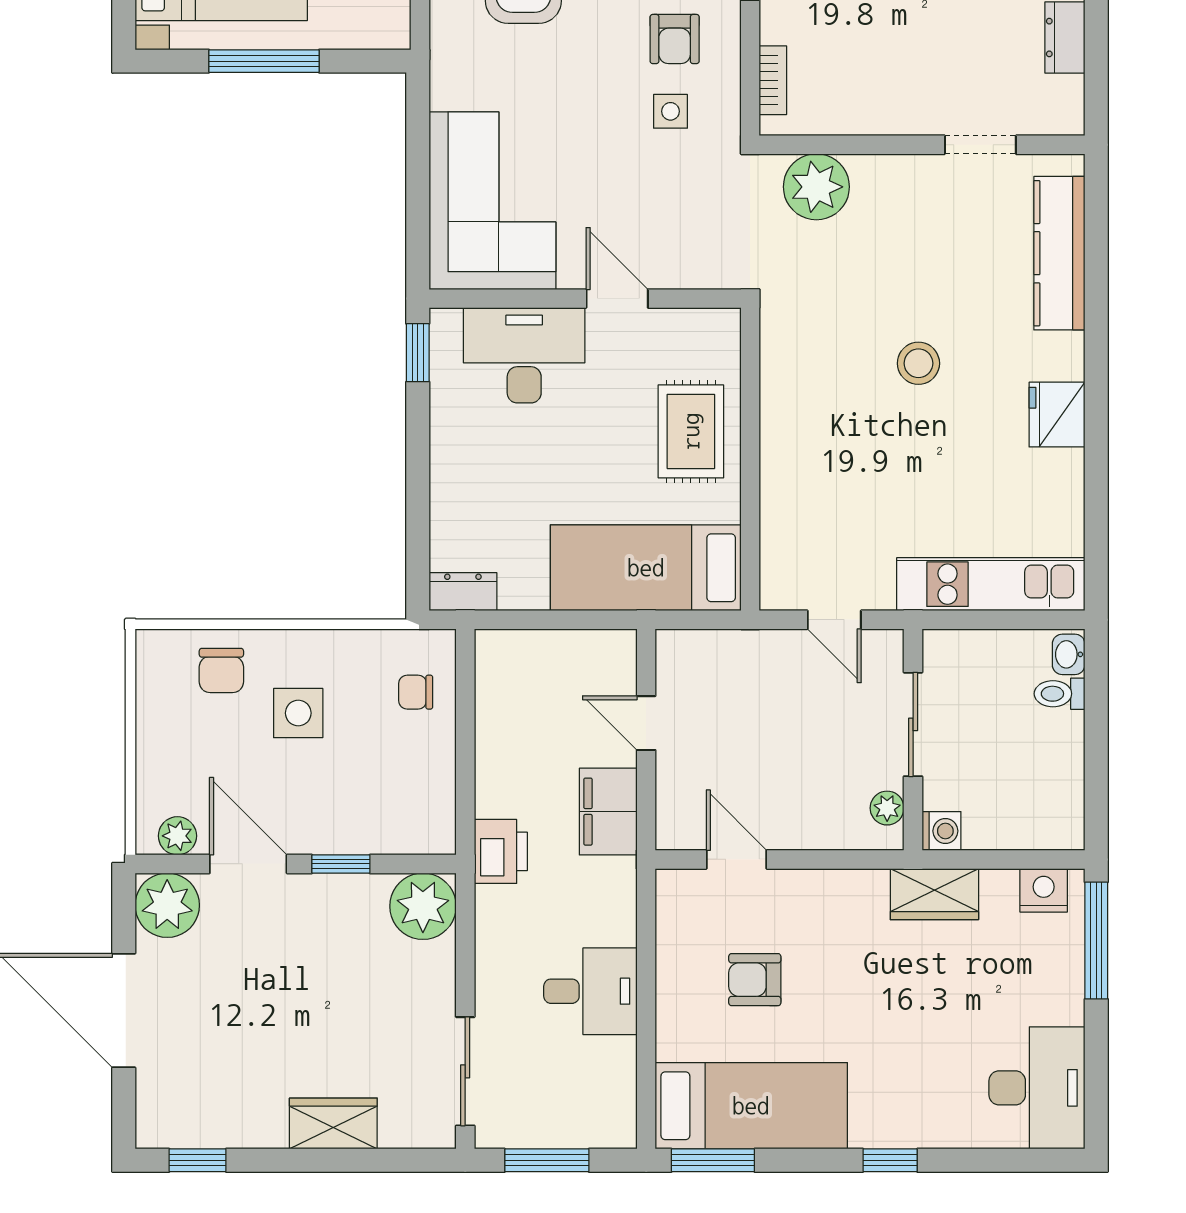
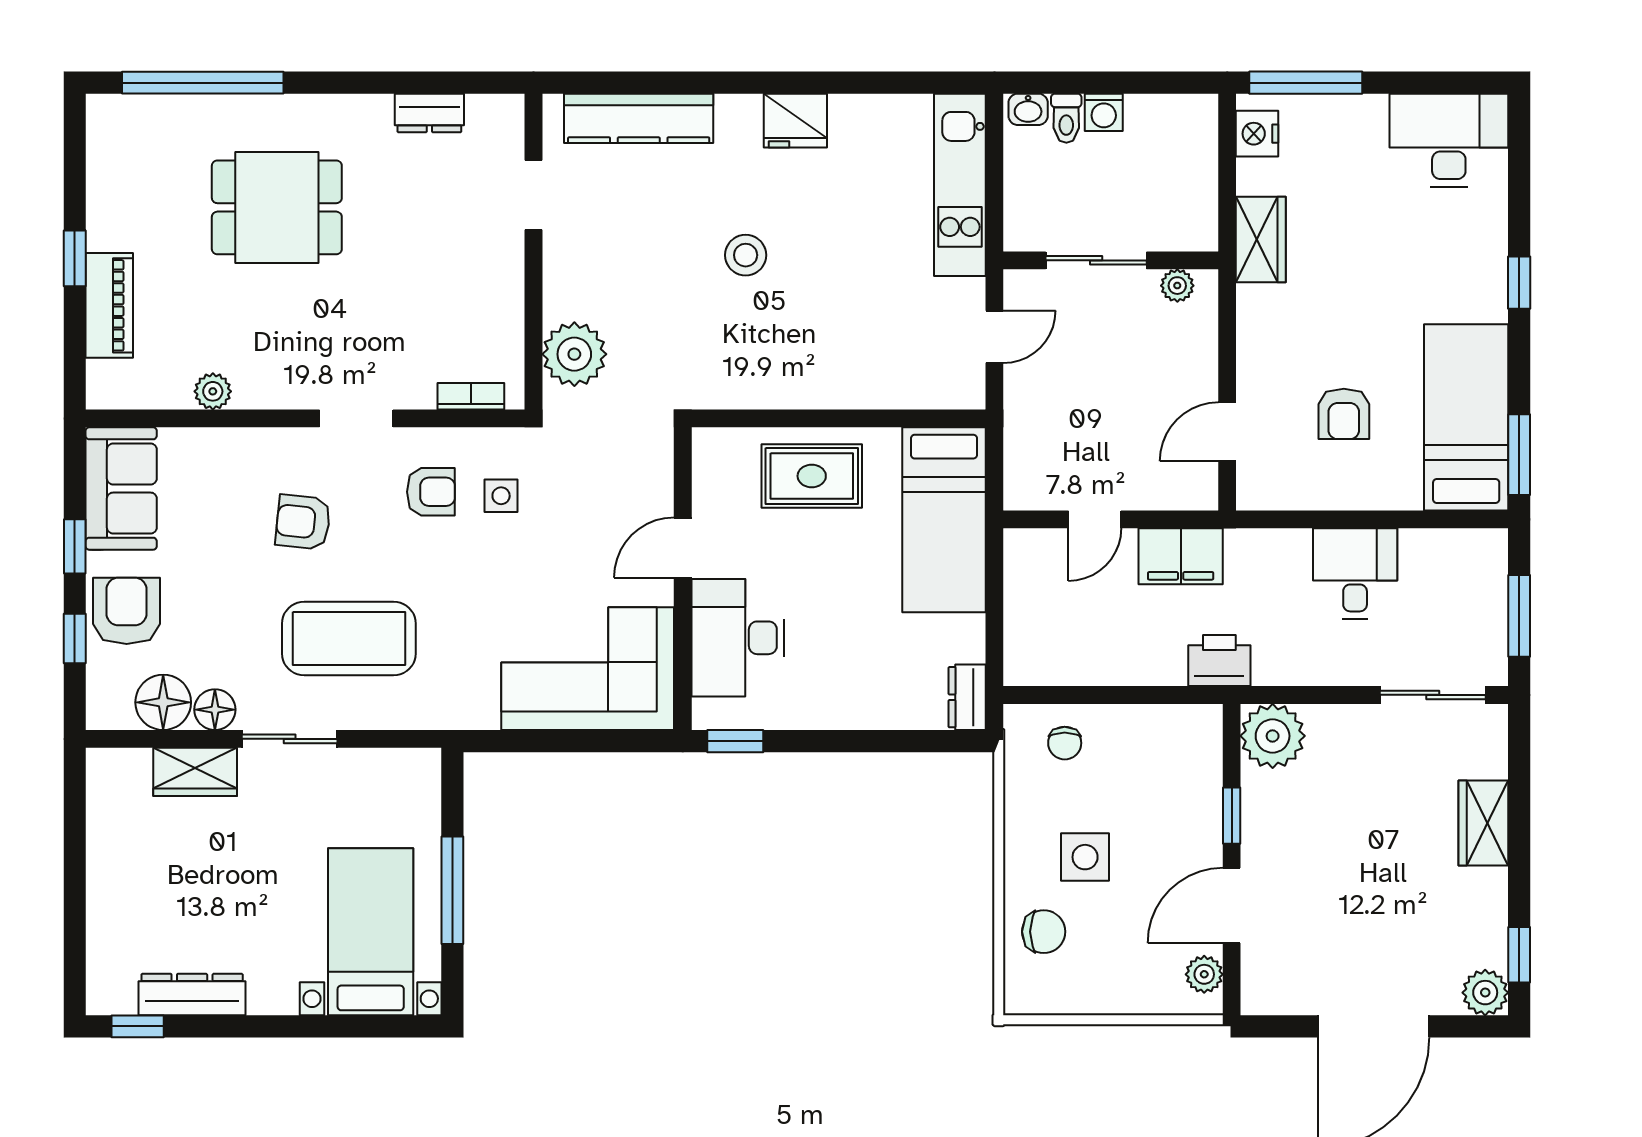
washing machine: (941, 831) -> (1104, 112), moved, turned 180
plant: (167, 905) -> (1485, 993), moved, width x0.73, depth x0.73

